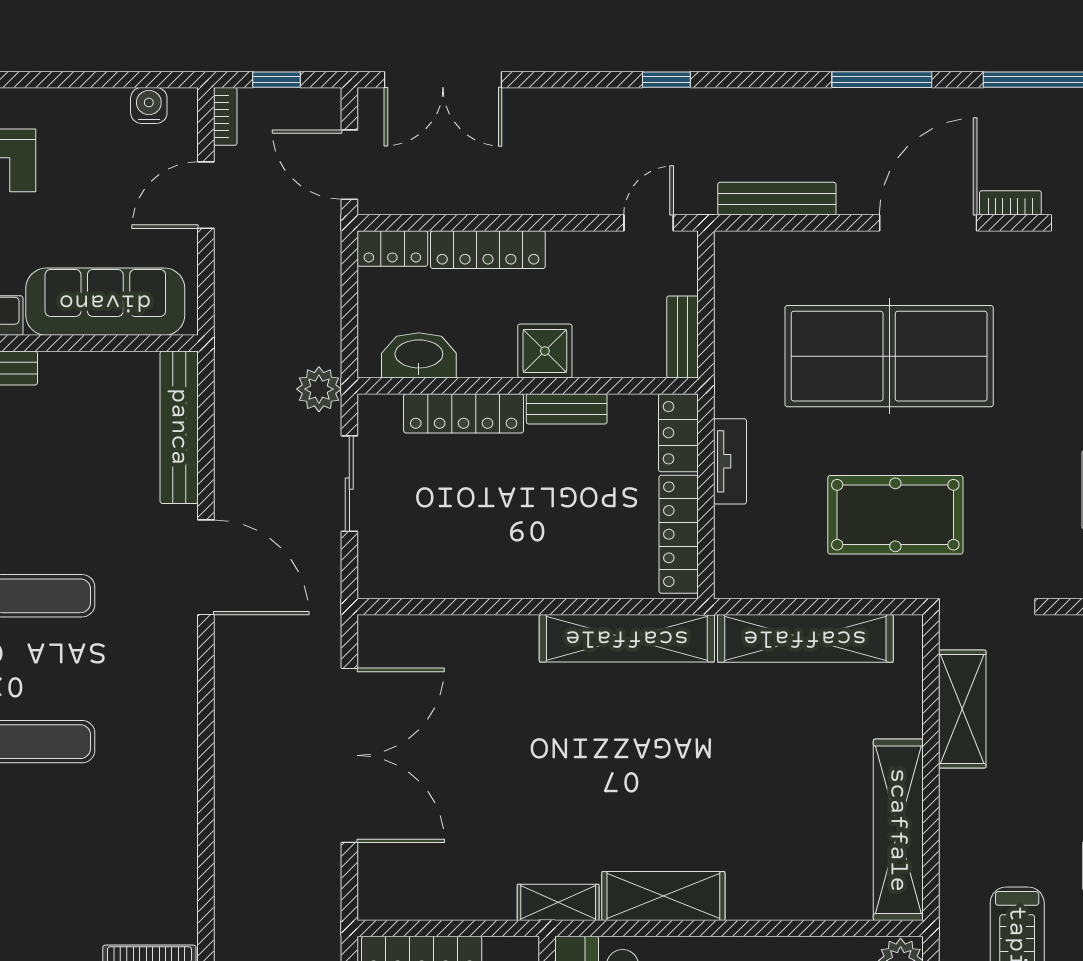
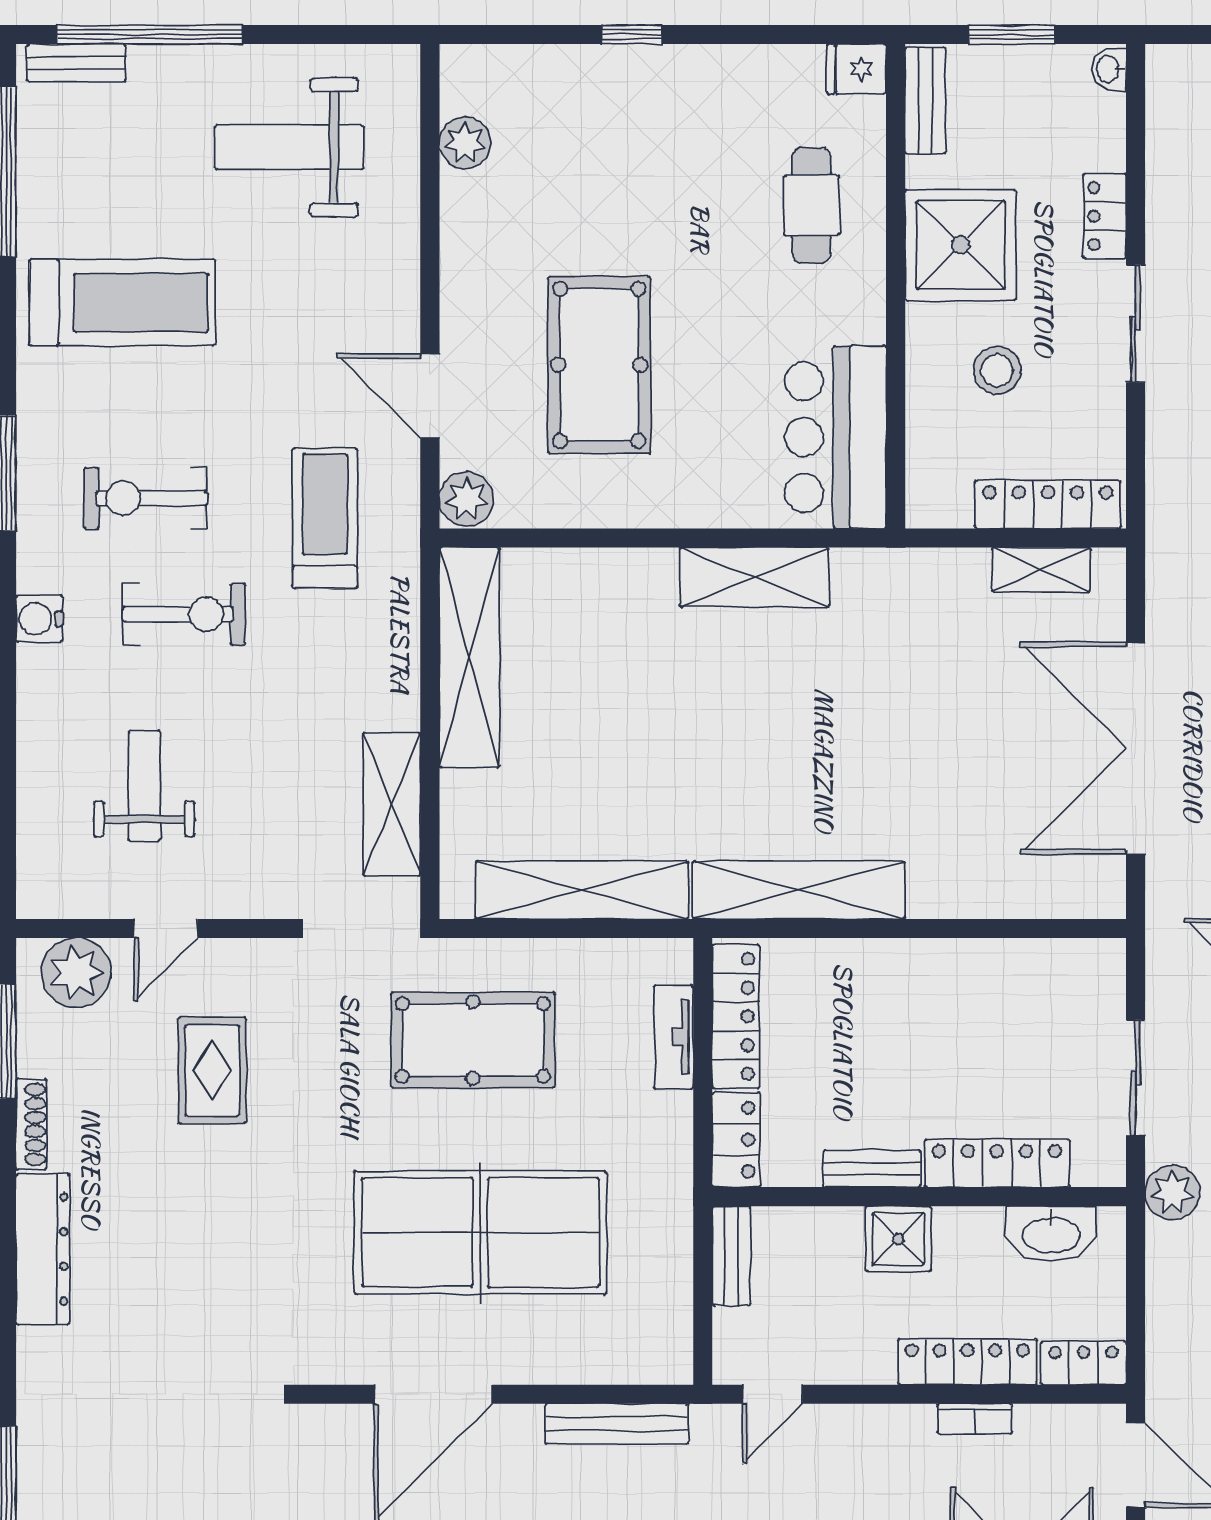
bookcase: (1010, 203) -> (975, 1419), moved
tv unit: (730, 461) -> (674, 1037), moved
shelving: (558, 902) -> (1041, 570), moved

